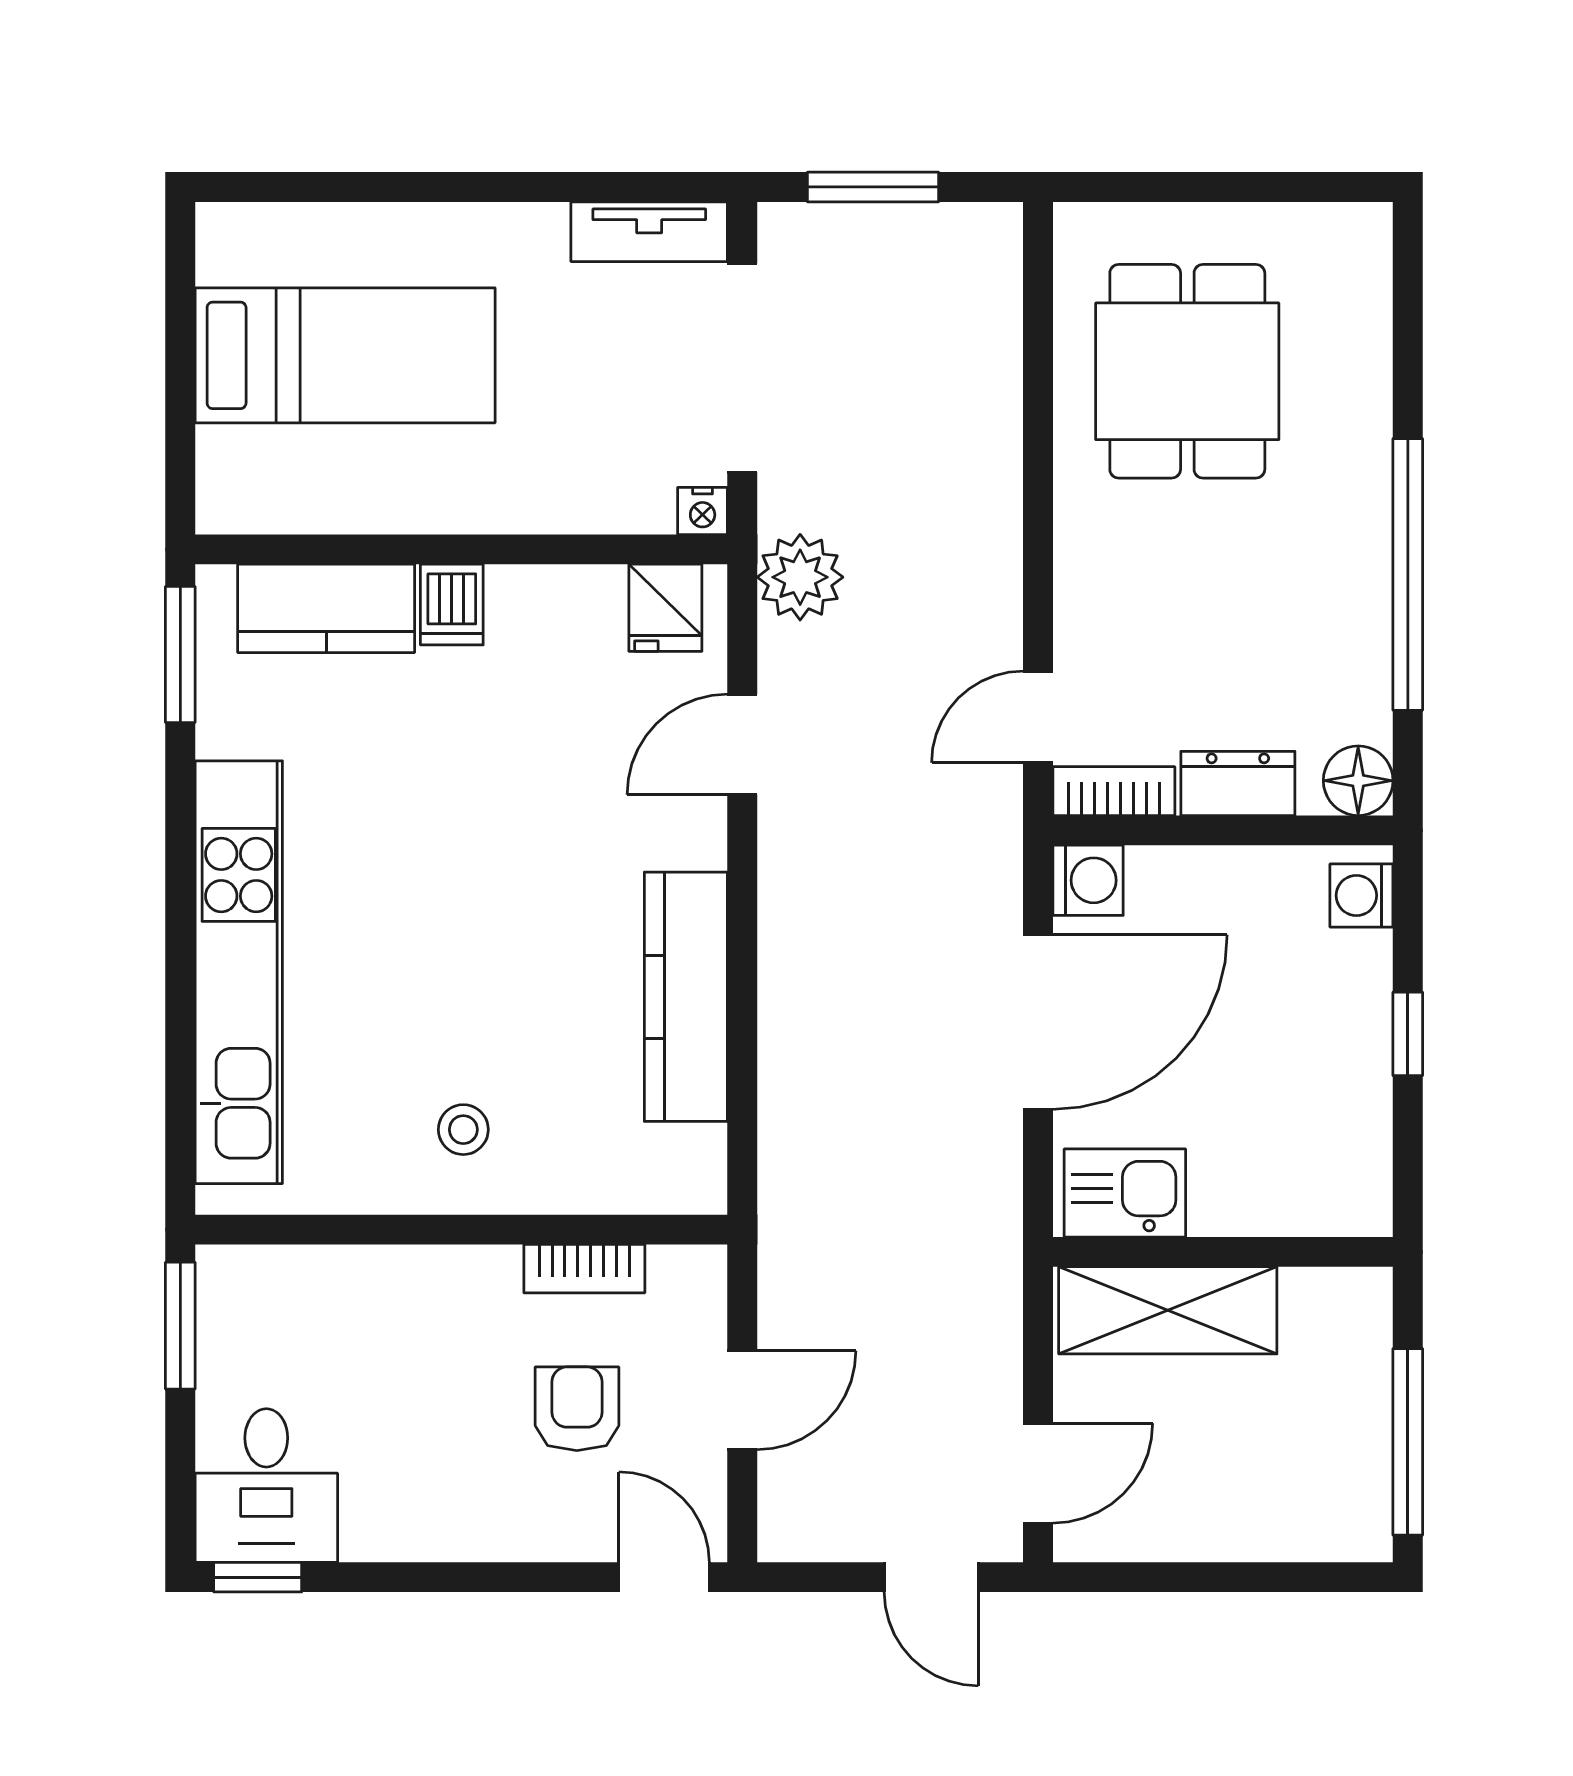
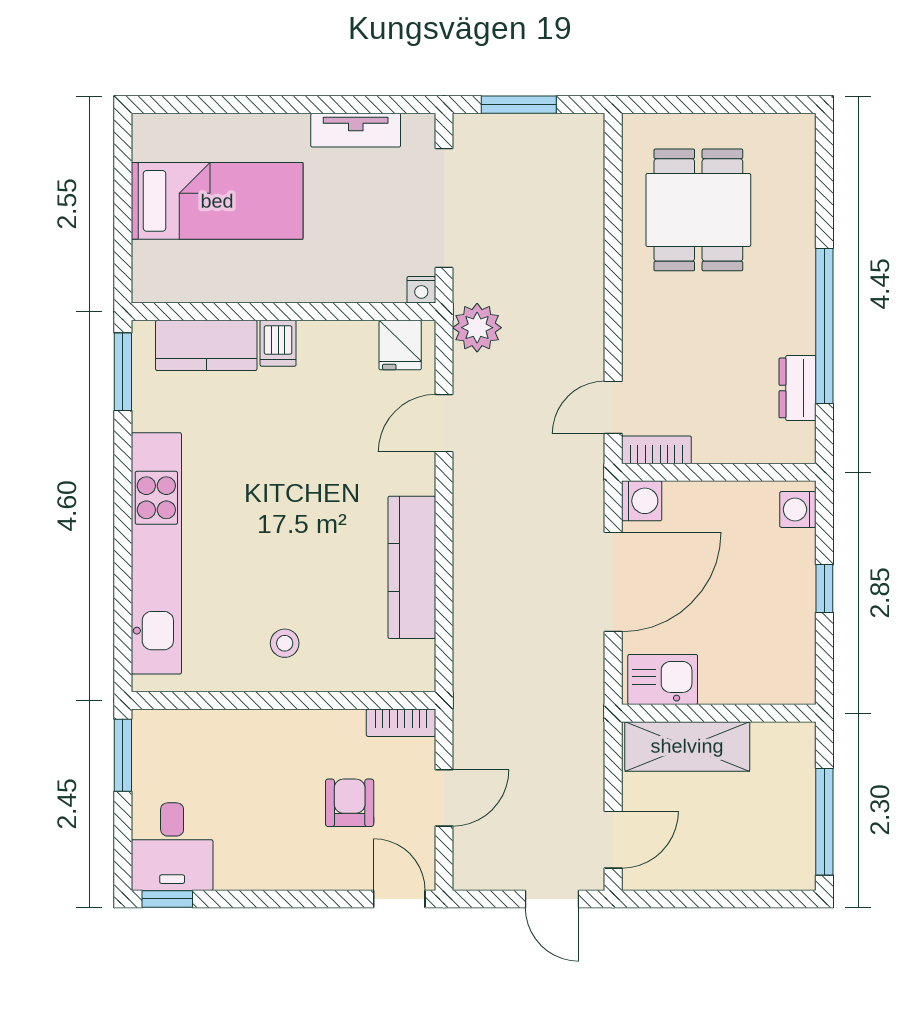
tv unit: (649, 232) -> (356, 130), moved
floor lamp: (1358, 781) -> (796, 444), removed
dresser: (1238, 783) -> (798, 388), moved, turned -90
bookcase: (584, 1269) -> (401, 723), moved

